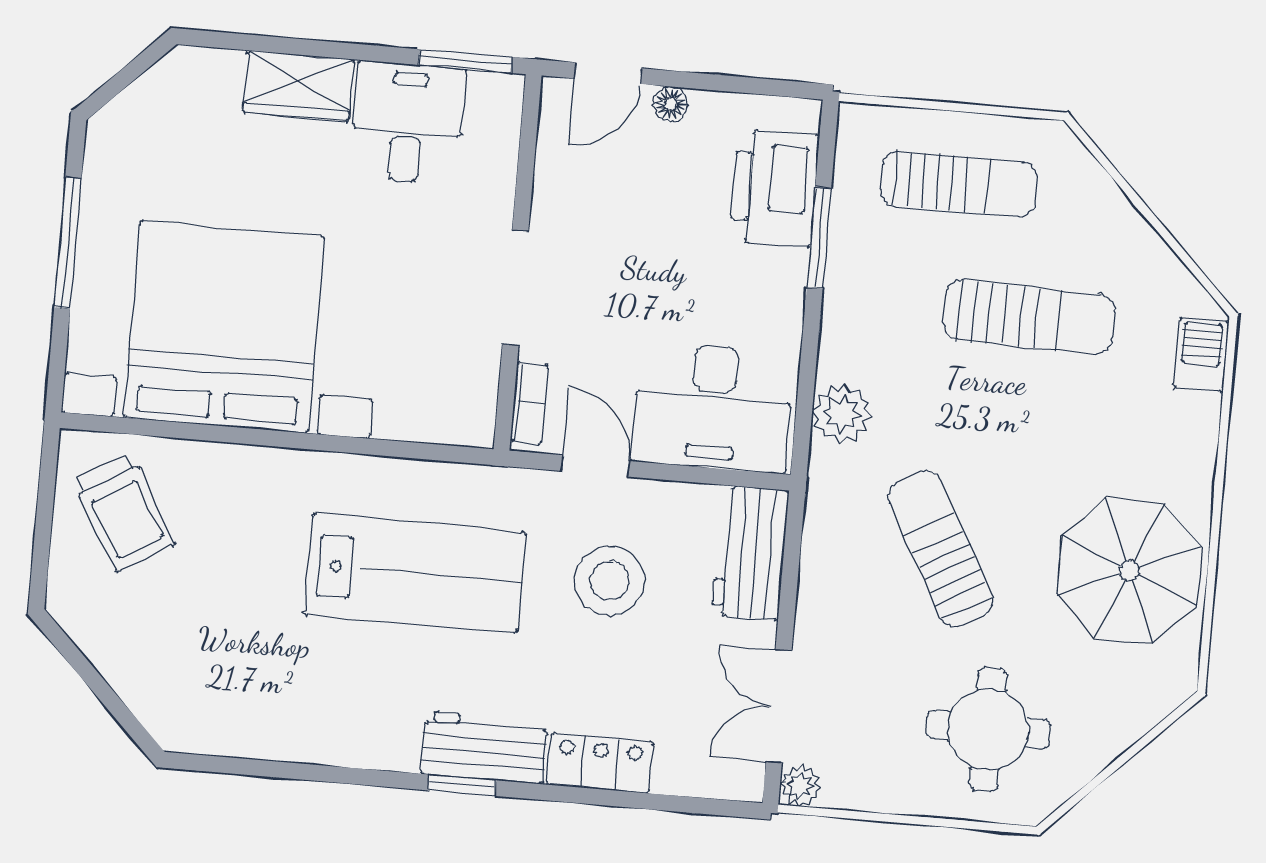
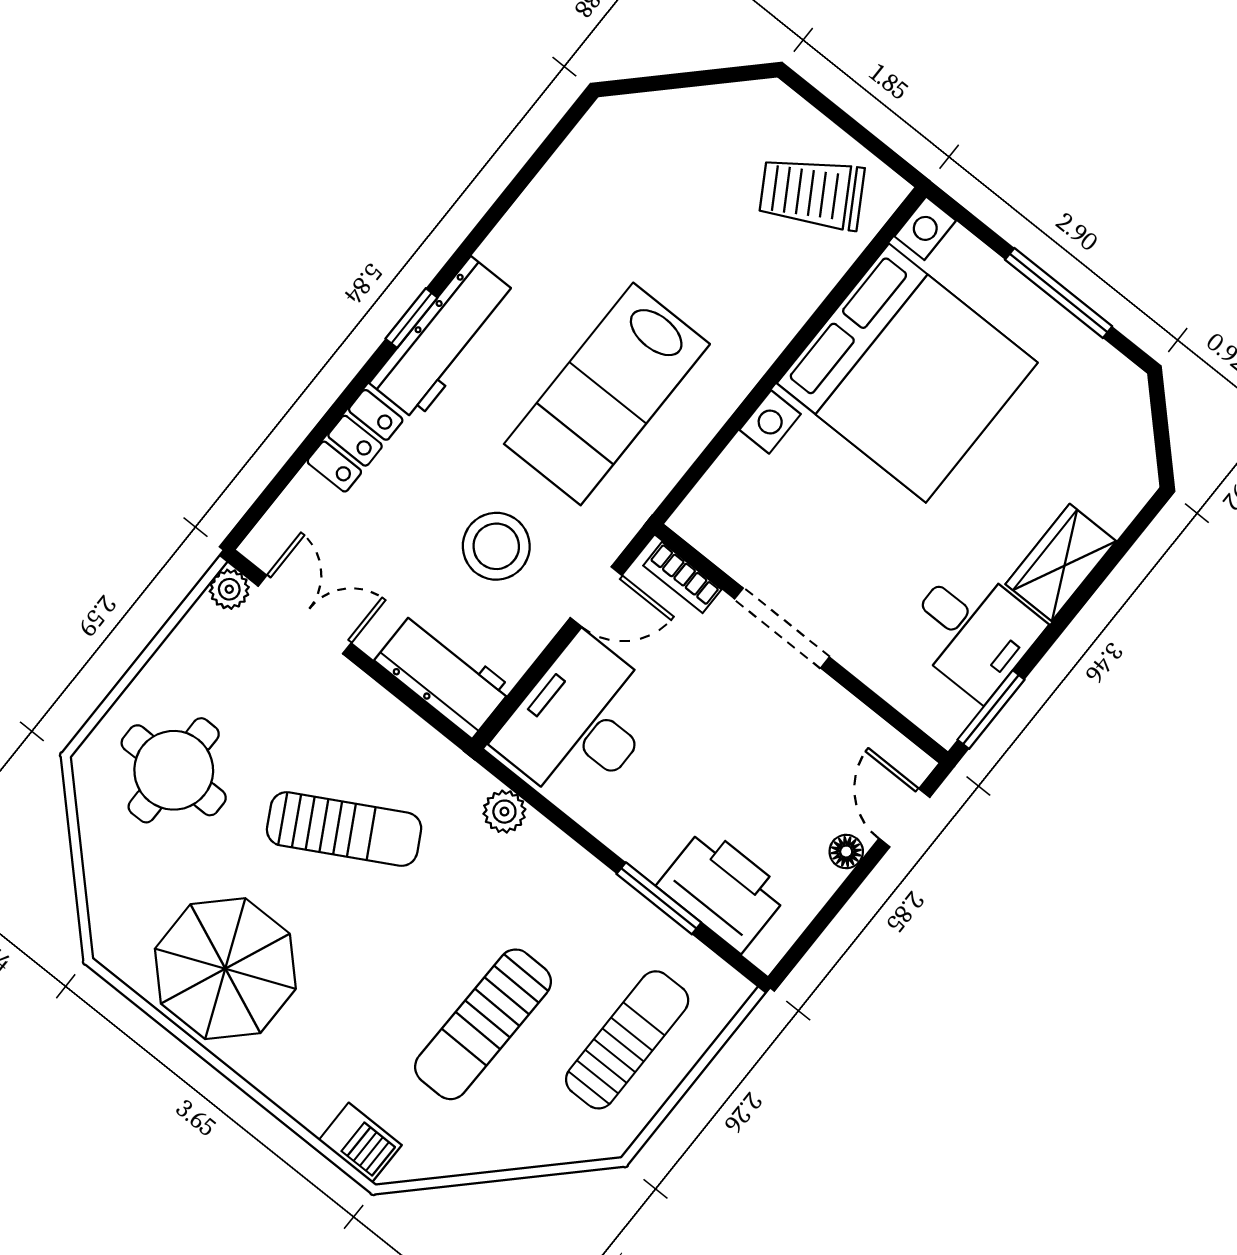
sun lounger: (959, 184) -> (627, 1040), turned 180
plant: (842, 414) -> (504, 812), width x0.73, depth x0.73
workbench: (484, 747) -> (444, 339), width x1.38

